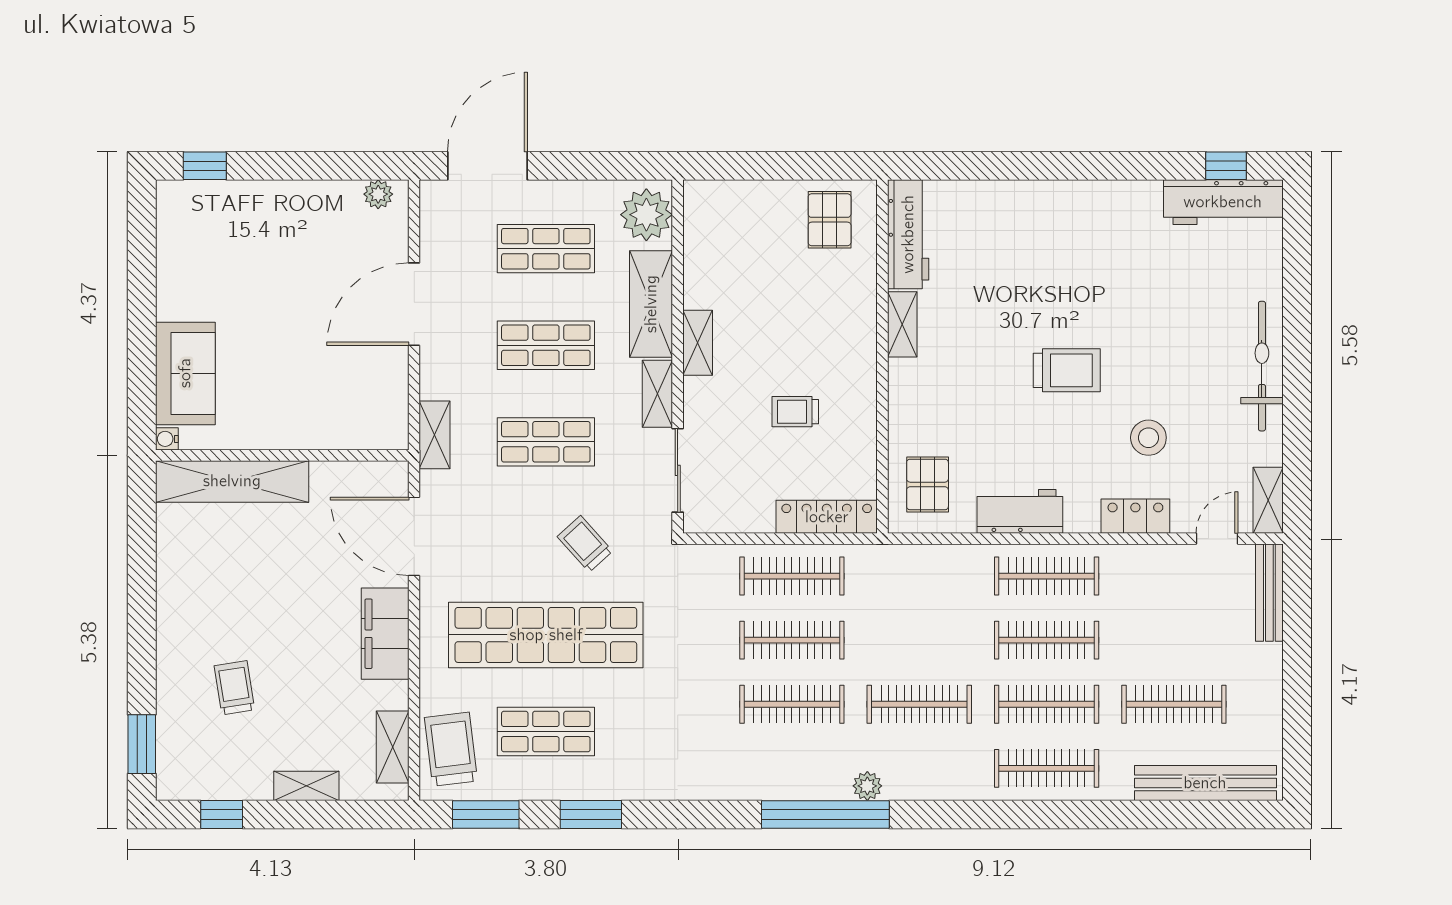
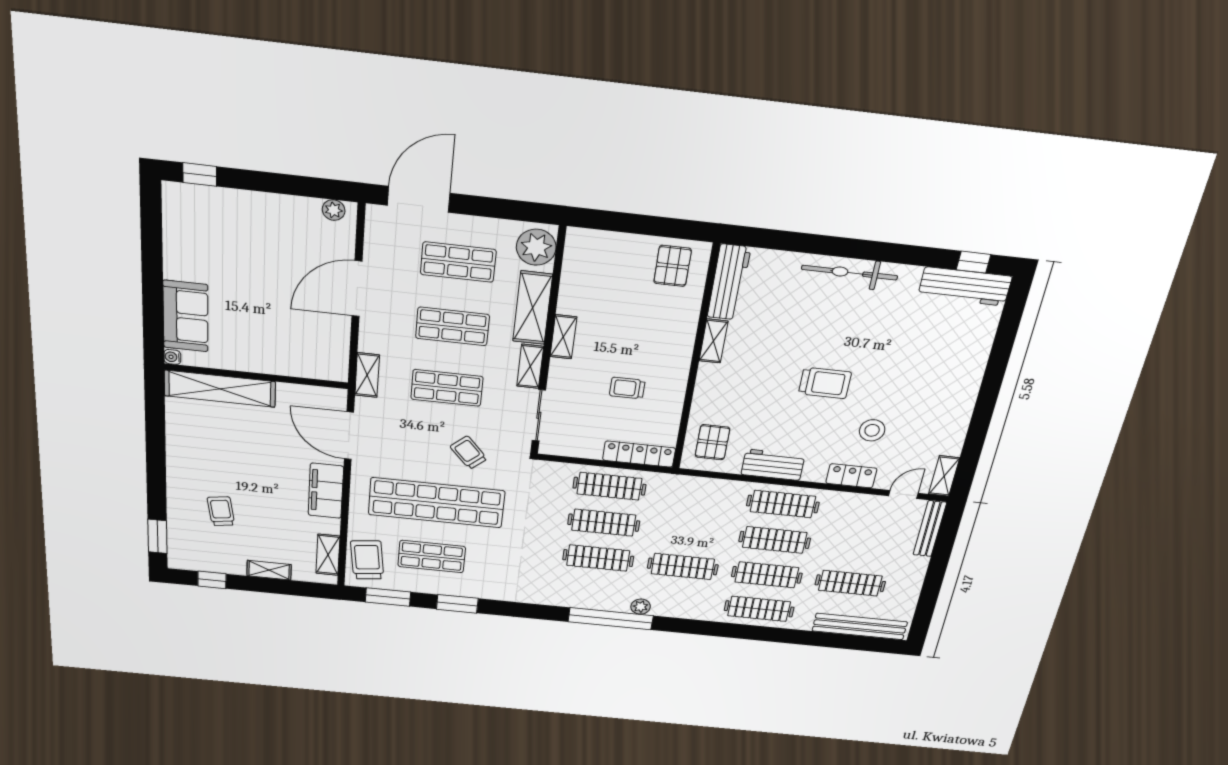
bicycle: (1262, 366) -> (850, 273), moved, turned -90

